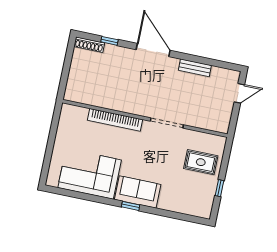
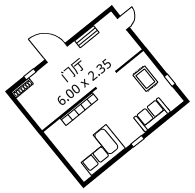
rug: (201, 162) -> (145, 79), turned 90
sofa: (138, 192) -> (152, 115), moved

